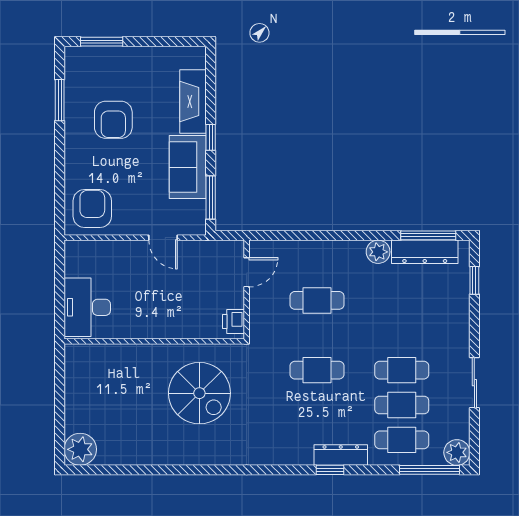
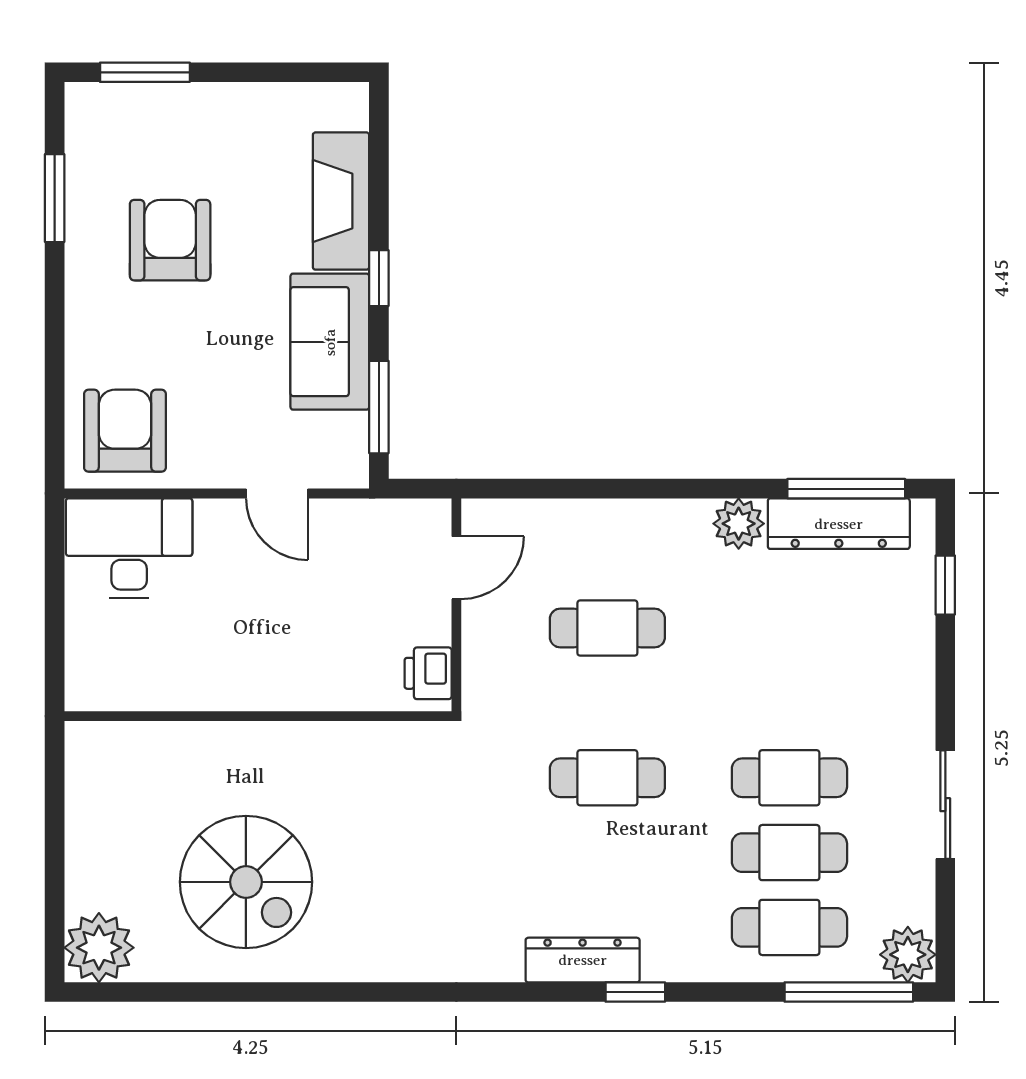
armchair: (113, 120) -> (170, 240), turned 180
desk: (87, 307) -> (129, 548), moved, turned 90
spiral stairs: (199, 393) -> (246, 882), moved
dresser: (341, 455) -> (583, 960), moved

